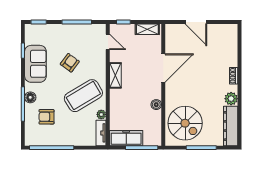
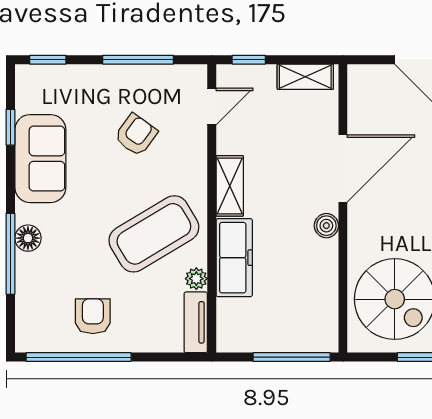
door: (108, 42) -> (212, 107), hinge flipped
armchair: (70, 63) -> (136, 135), moved
boiler: (156, 105) -> (326, 226), moved
armchair: (46, 117) -> (93, 316), moved, turned 90
freezer: (126, 138) -> (234, 258), moved, turned 90

